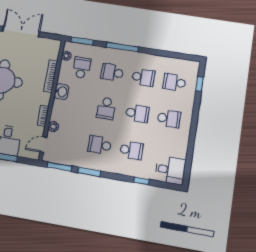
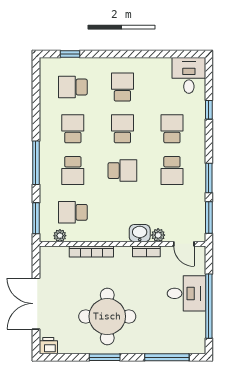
school desk: (174, 82) -> (73, 87), turned 90
washbasin: (61, 92) -> (140, 233), moved

